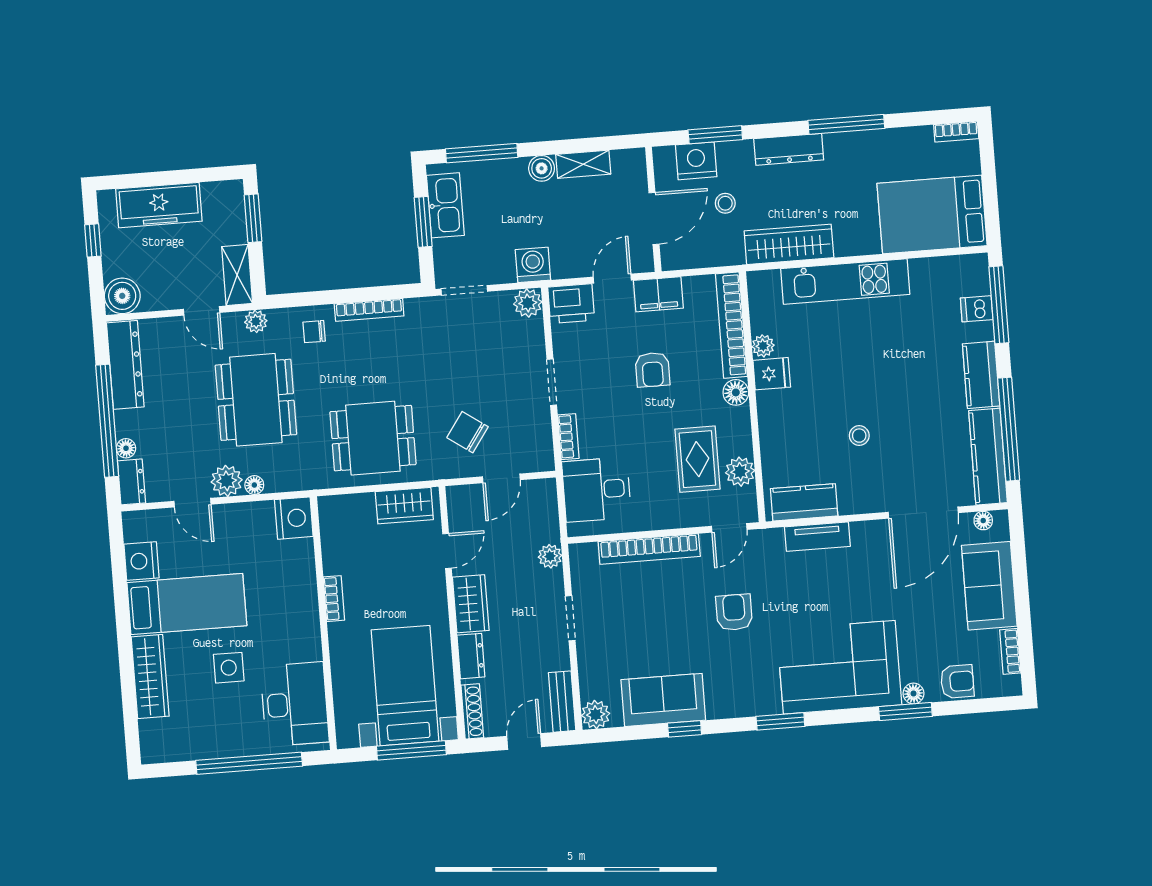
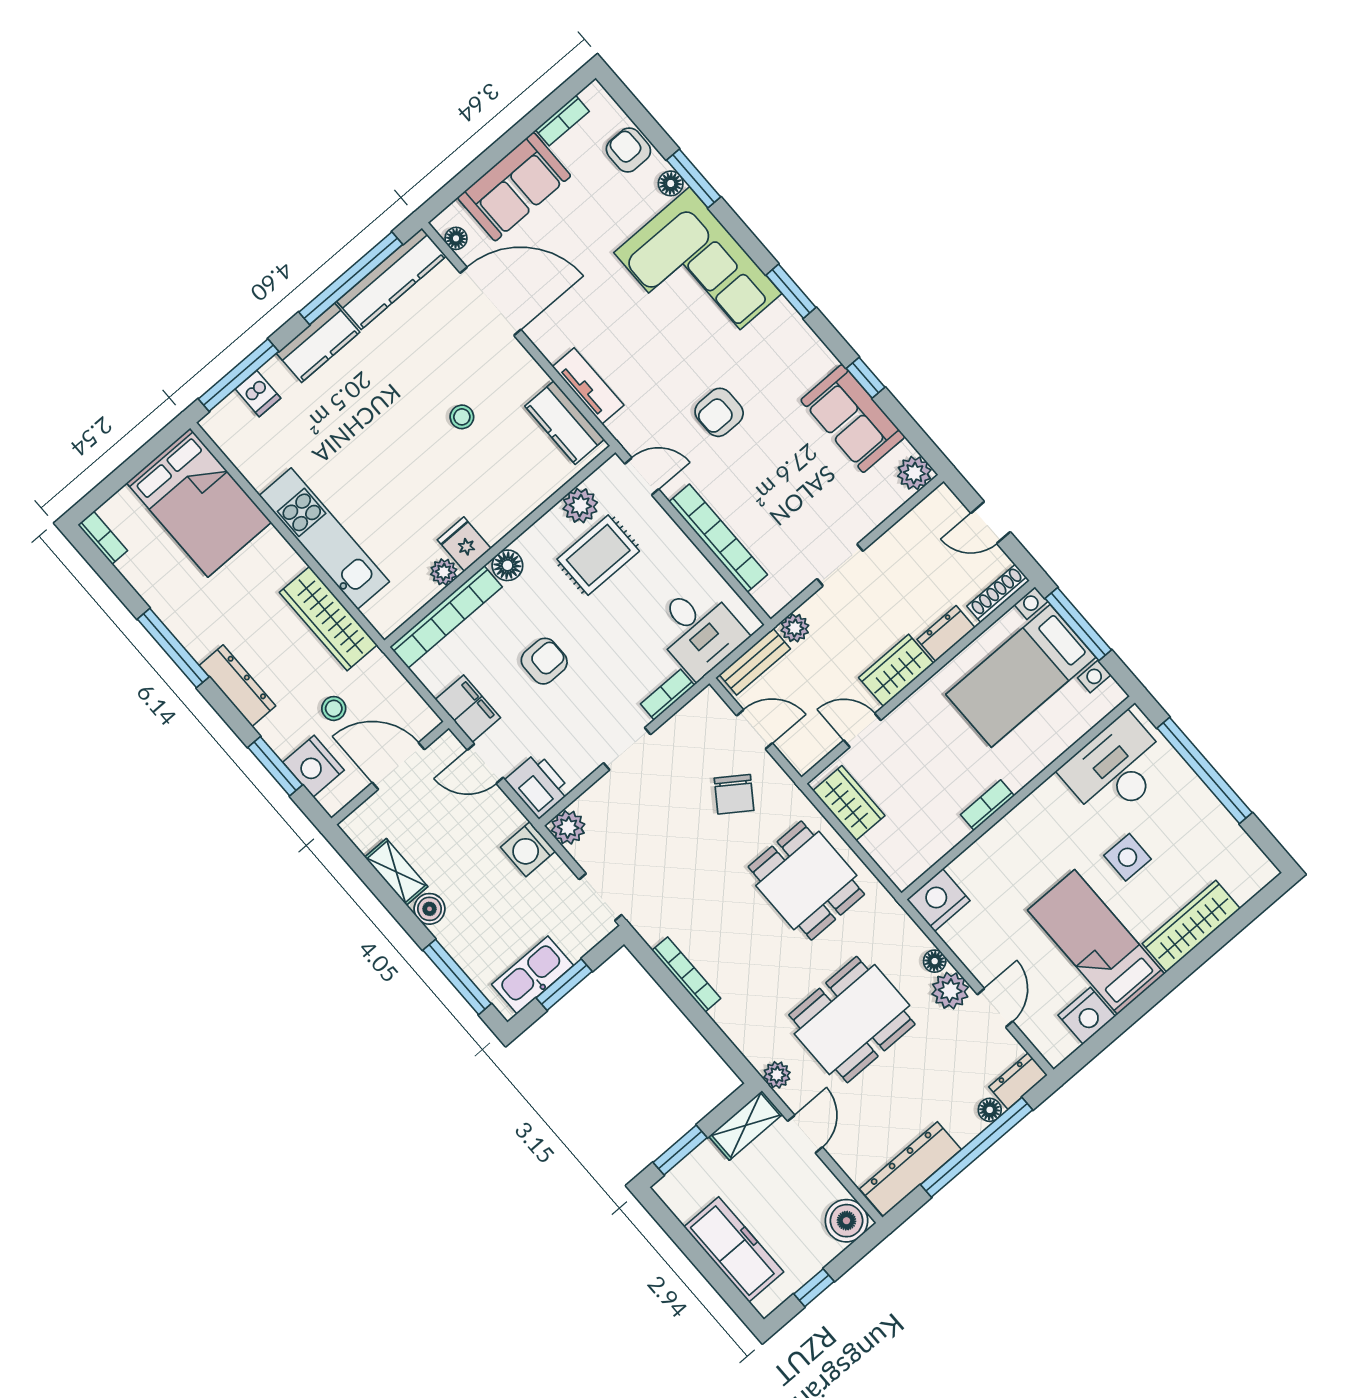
chair: (314, 332) -> (746, 1012), removed
bench: (562, 702) -> (755, 662), moved

